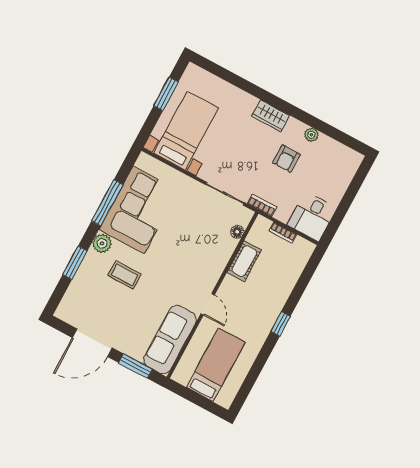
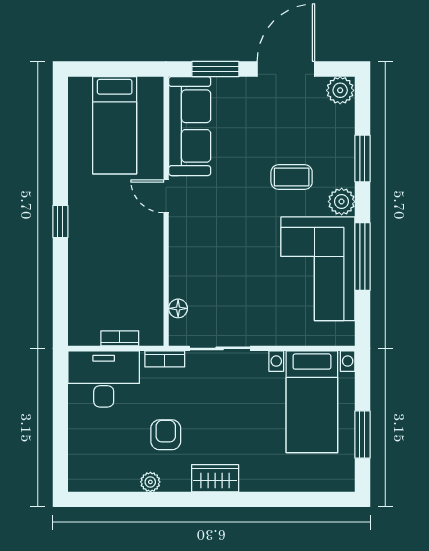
desk: (312, 216) -> (104, 379), width x1.37
cot: (244, 261) -> (149, 276), removed
plant: (66, 312) -> (340, 90), added

